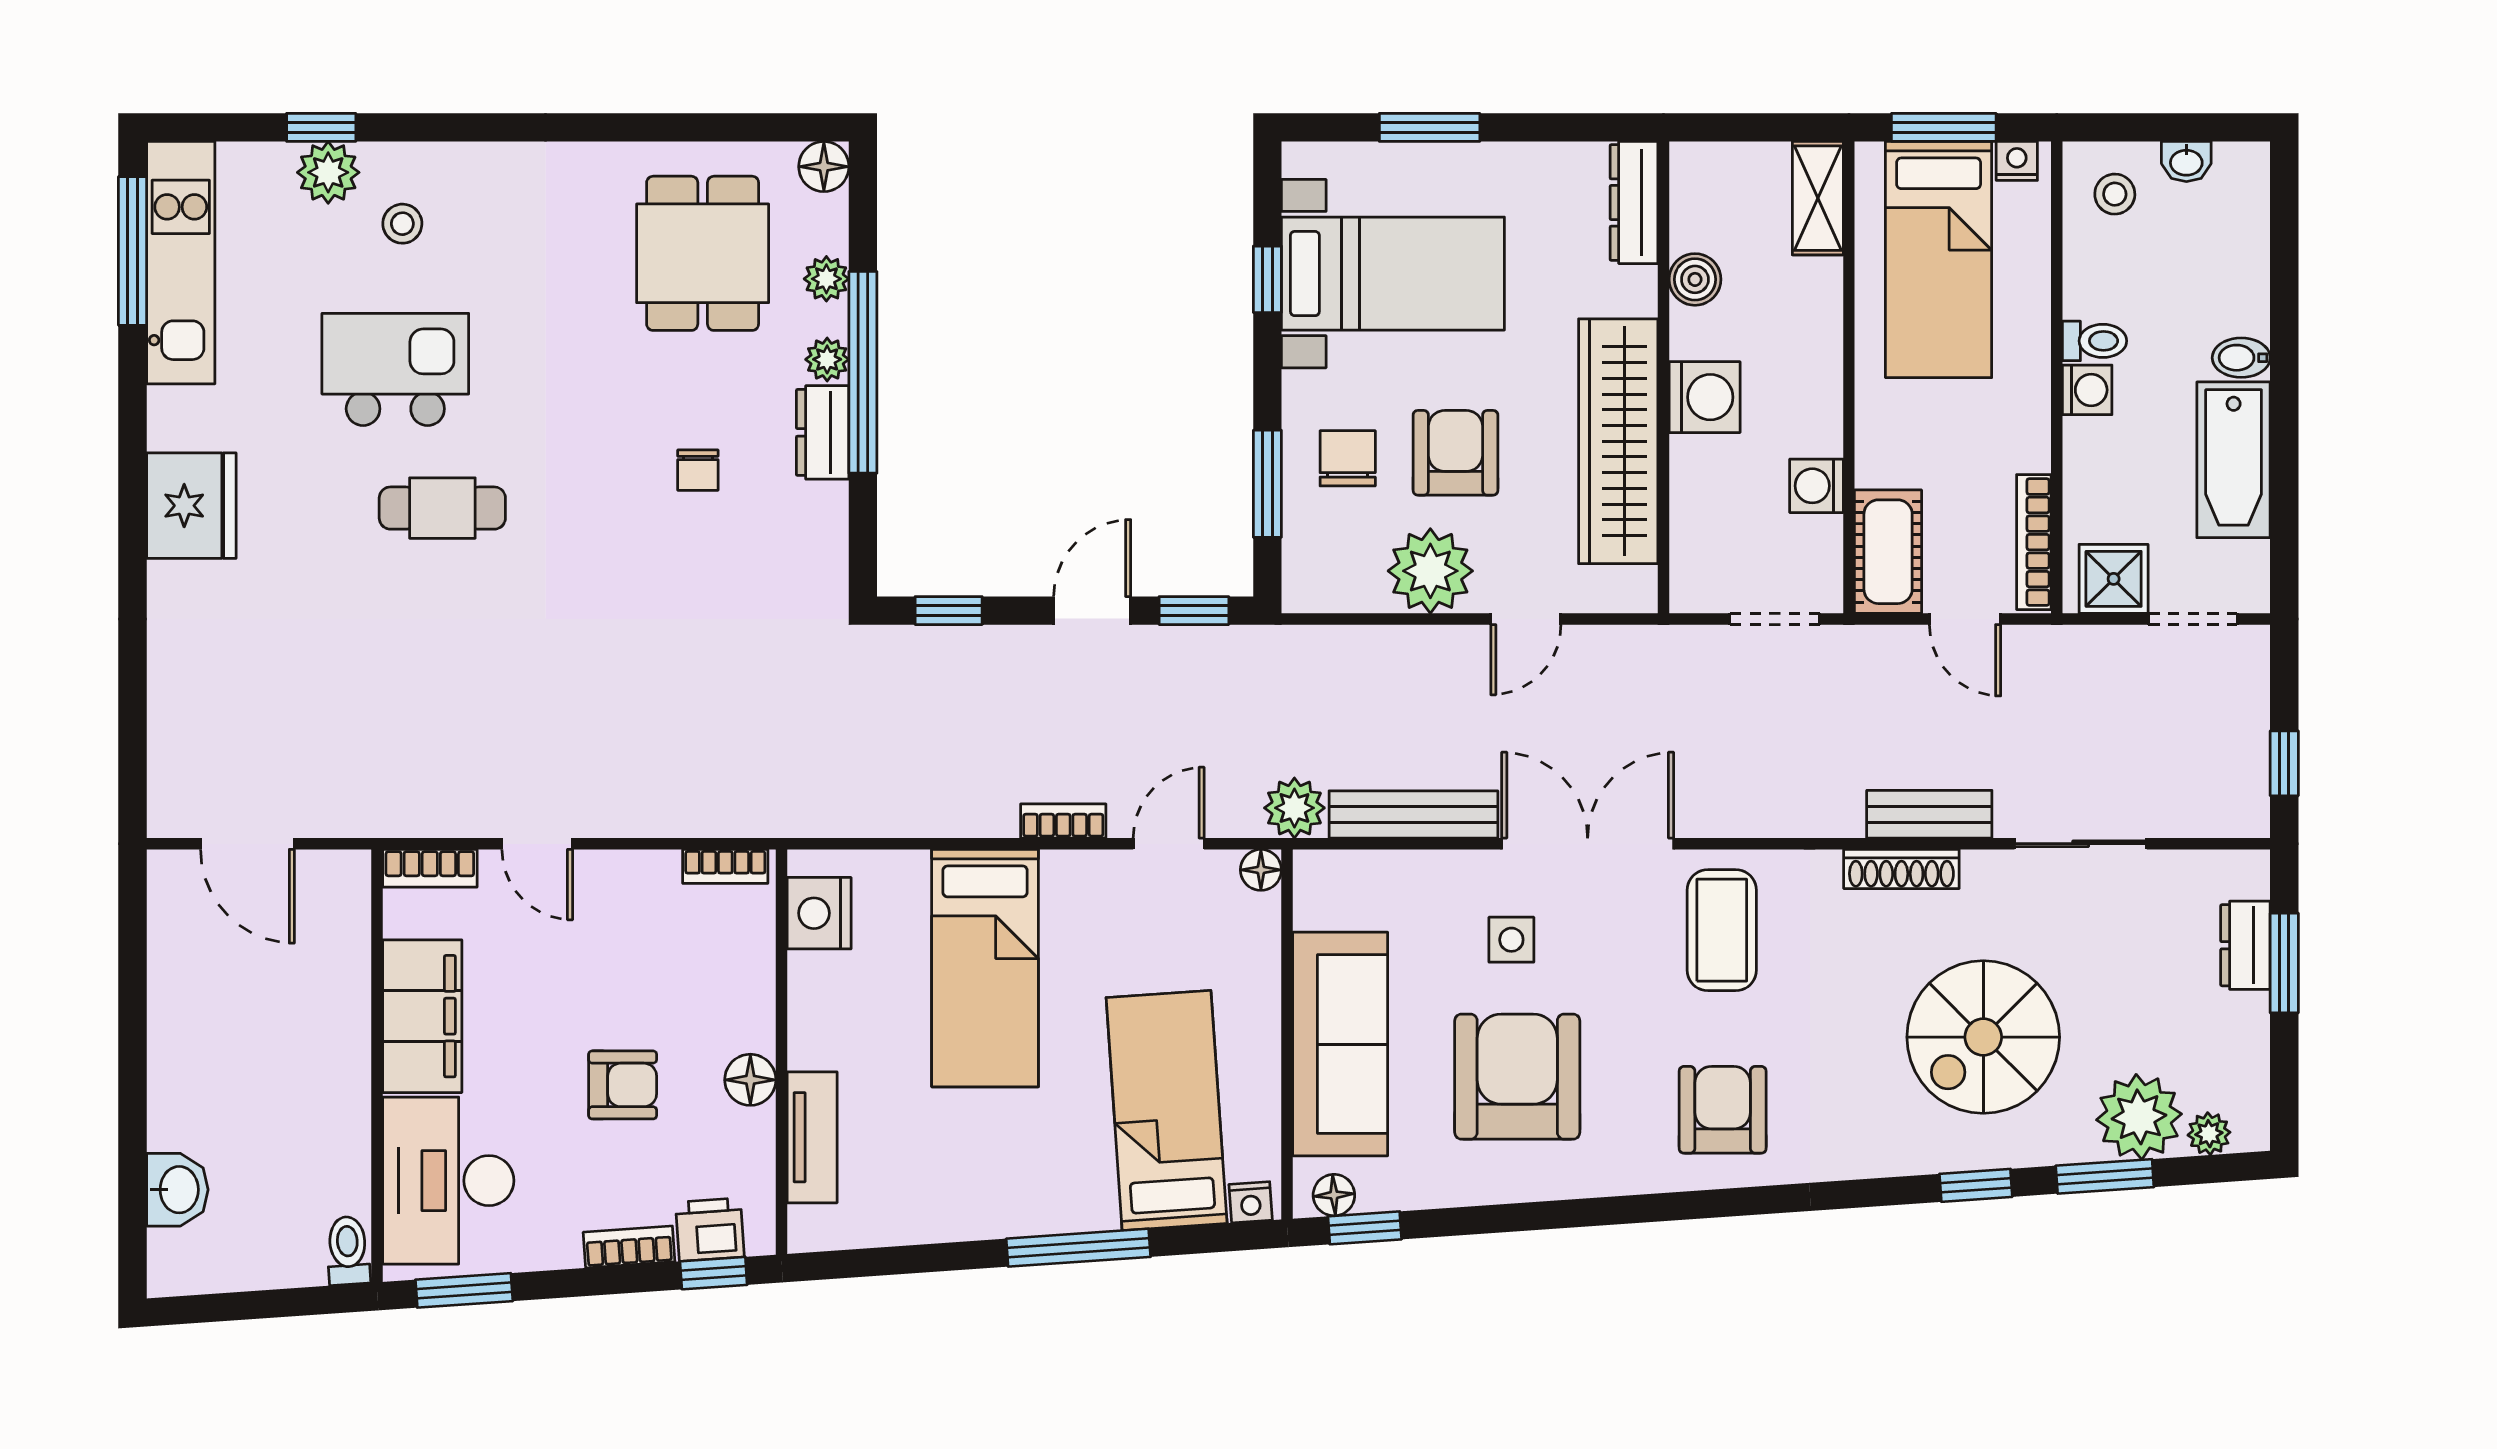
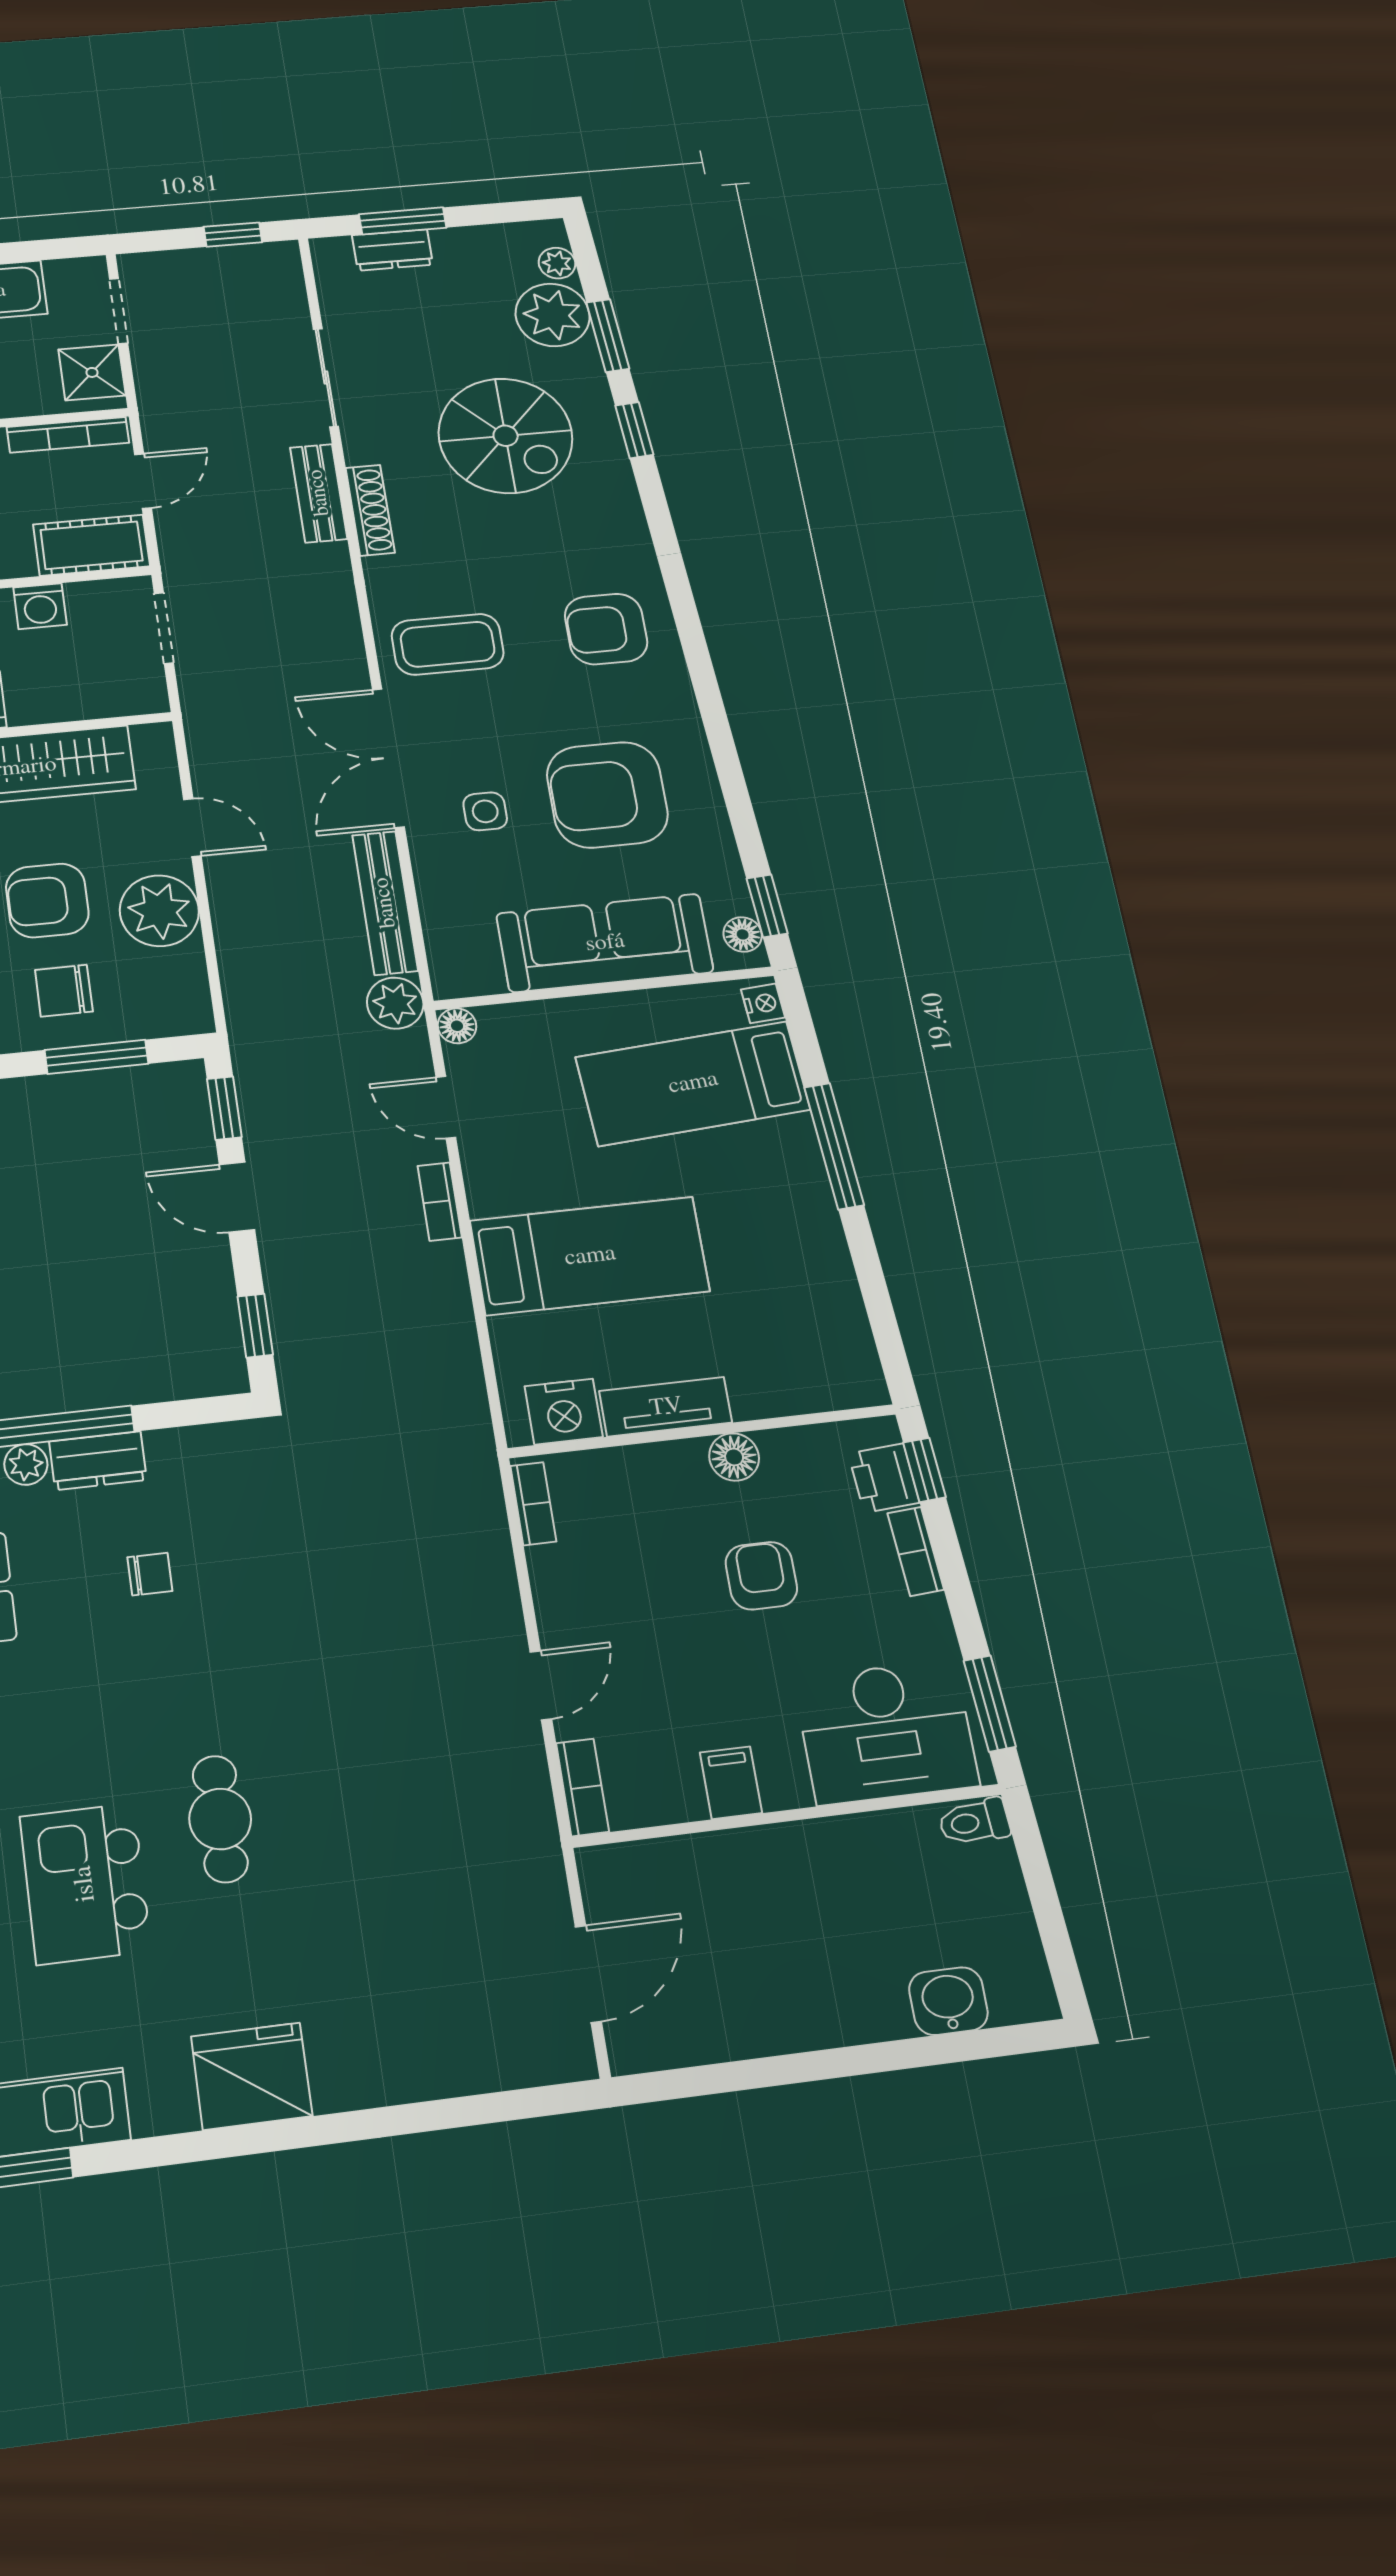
filing cabinet: (422, 1016) -> (731, 1783), width x0.33, depth x0.86
tv unit: (812, 1137) -> (666, 1407), moved

